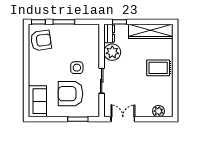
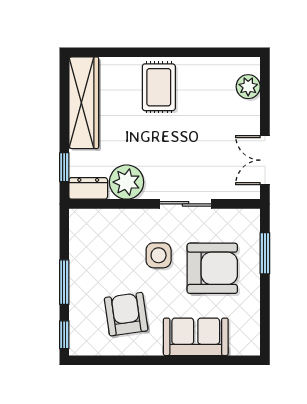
armchair: (41, 40) -> (126, 314), moved
armchair: (71, 94) -> (212, 268), turned -90
sofa: (37, 101) -> (196, 337), moved

